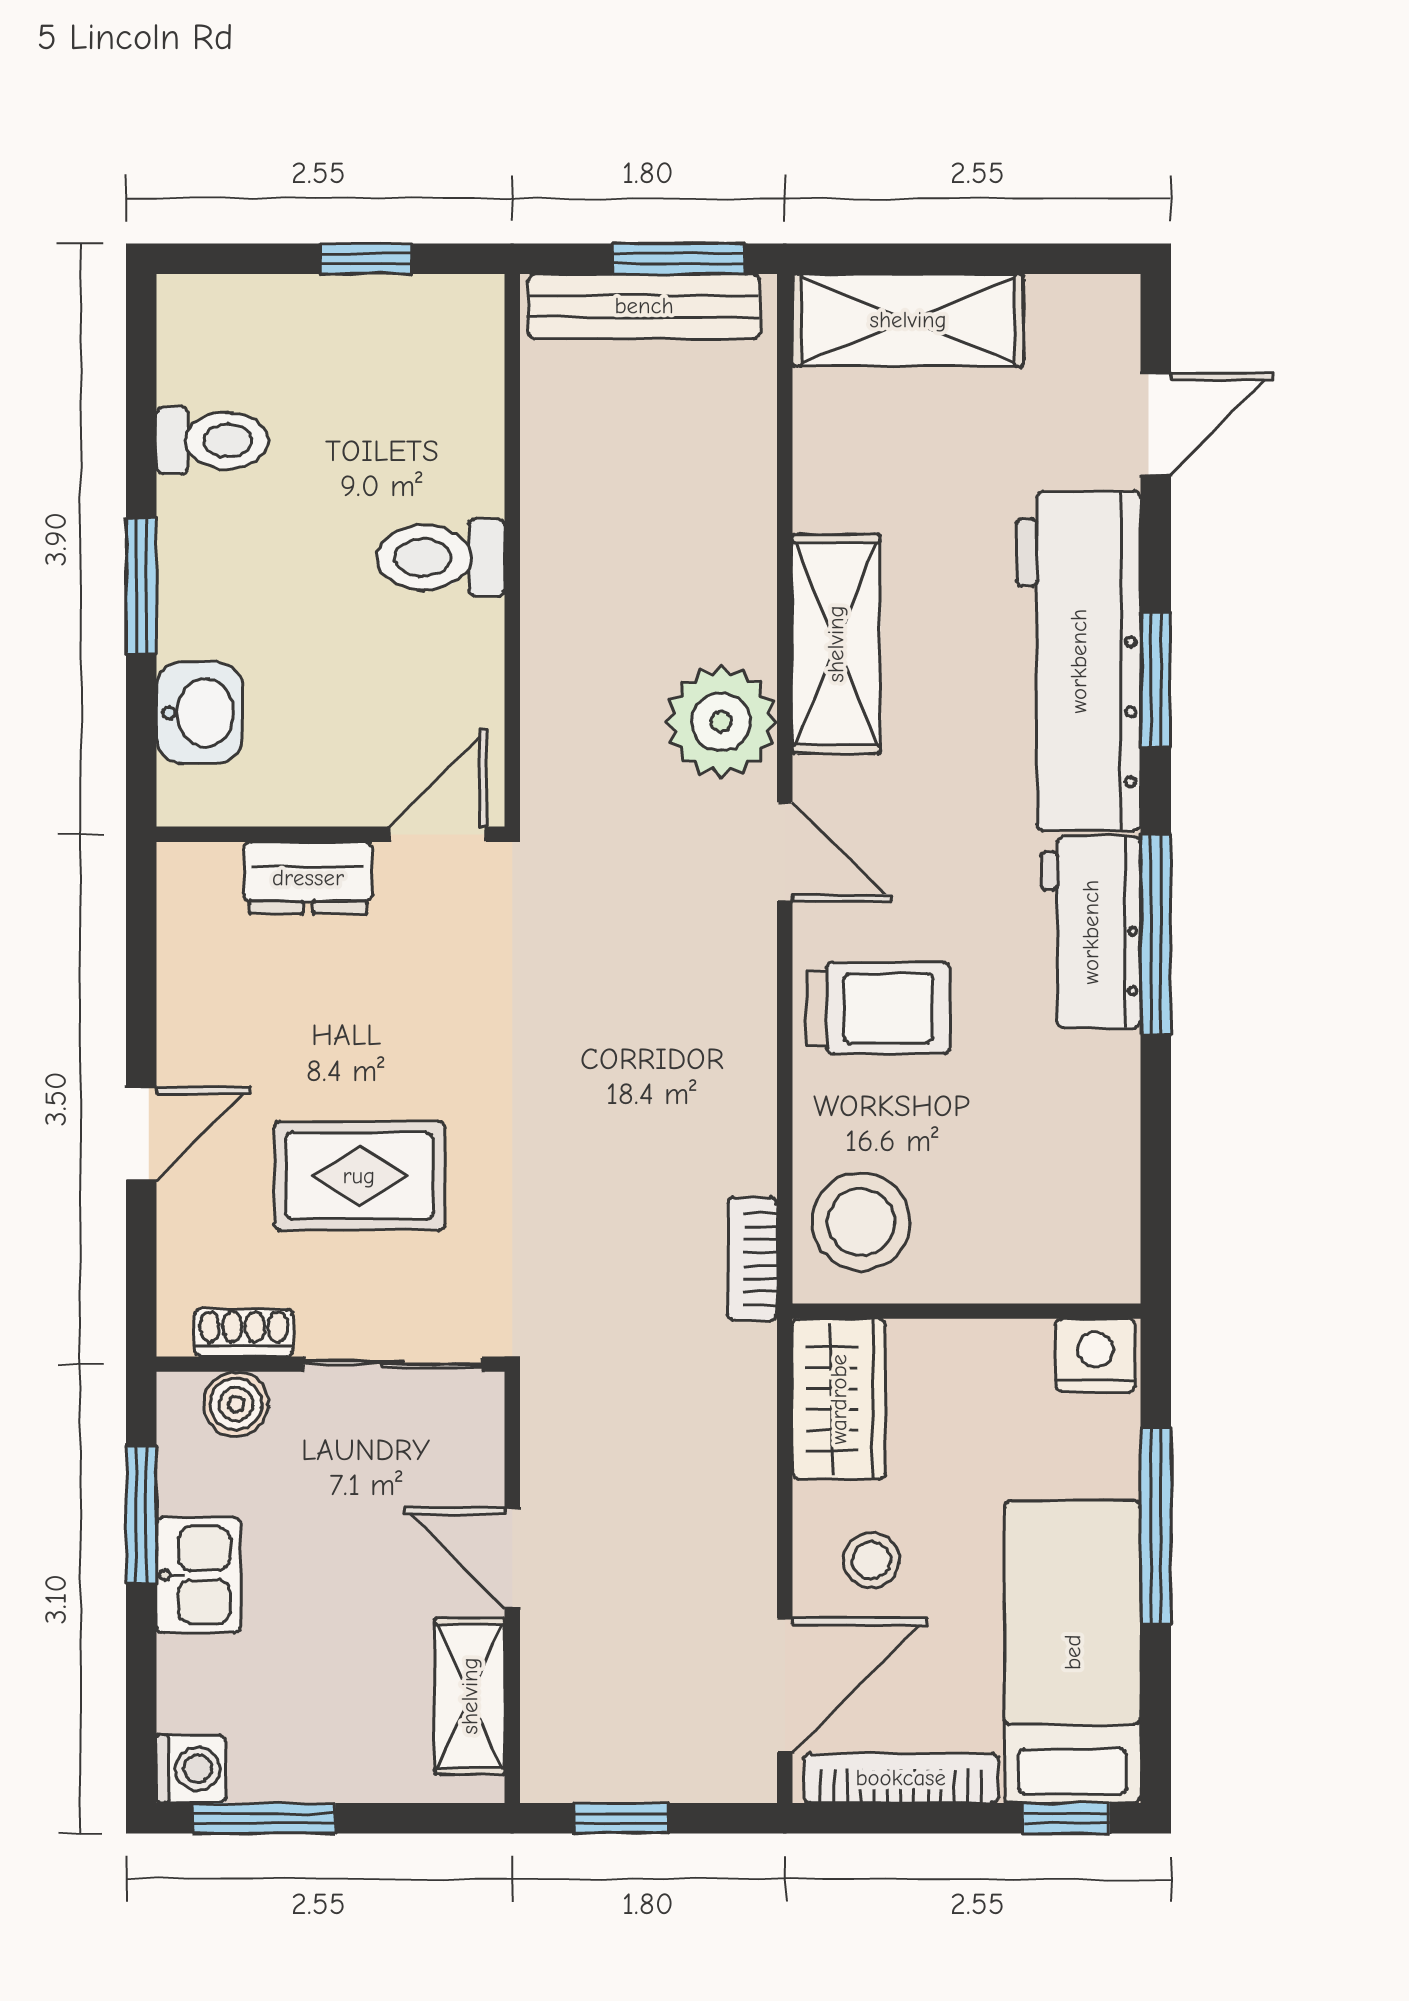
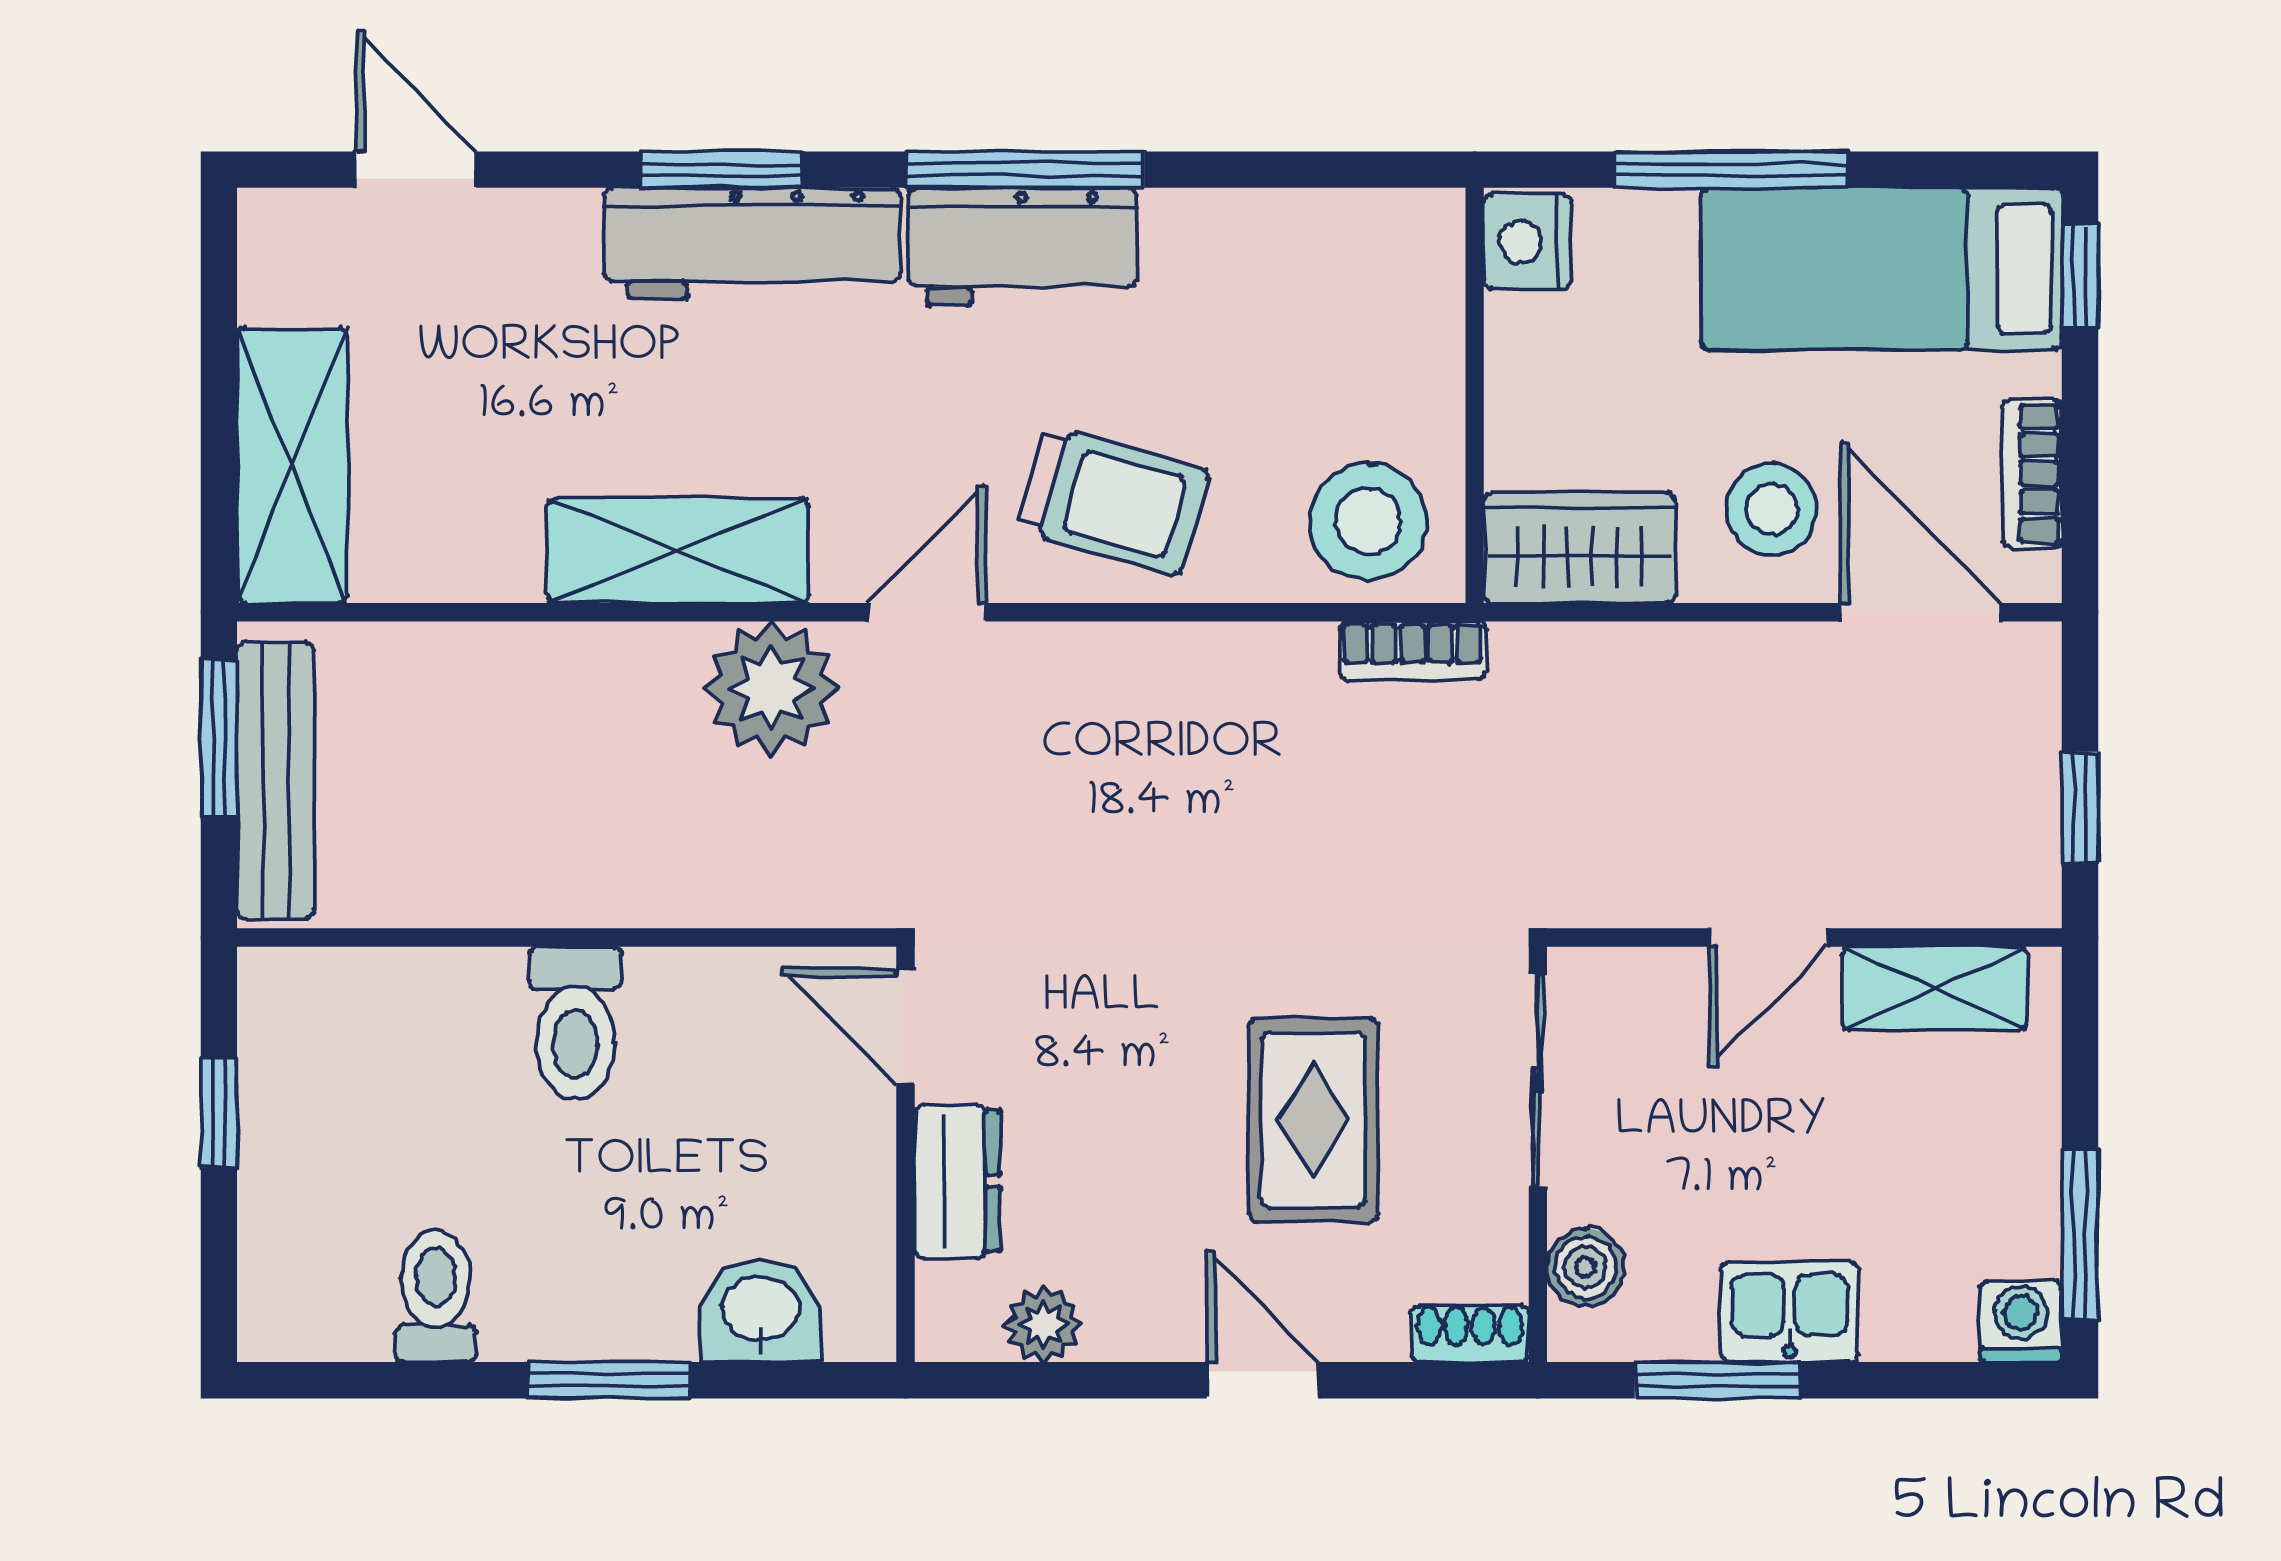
workbench: (1079, 661) -> (752, 243), width x0.73, depth x0.76
plant: (188, 950) -> (1043, 1325), added
trolley: (878, 1008) -> (1113, 501), turned 106
shoe rack: (244, 1333) -> (1470, 1333), moved, turned 90
stool: (871, 1560) -> (1772, 509), width x1.37, depth x1.37
bookcase: (901, 1778) -> (2032, 474), width x0.64

